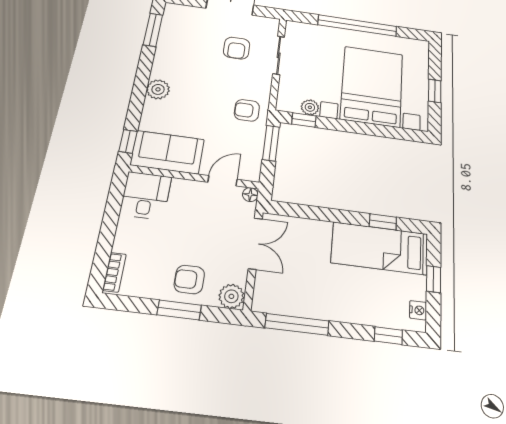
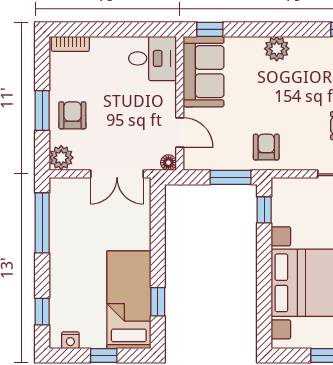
plant: (310, 107) -> (281, 215), removed

